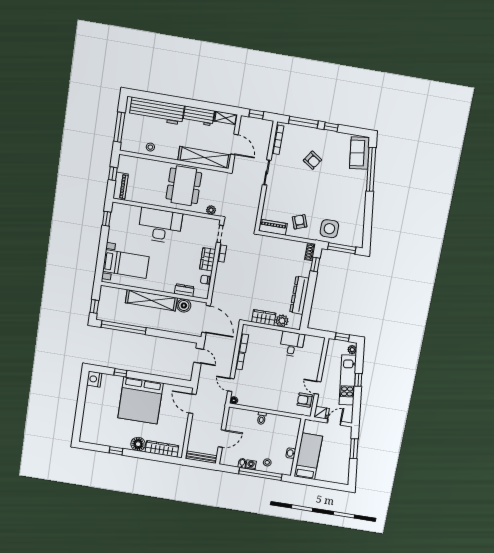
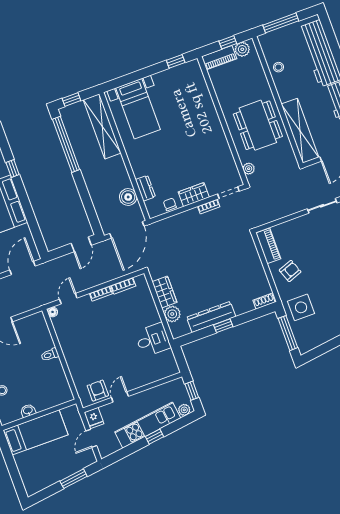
plant: (123, 166) -> (242, 49), added
dining table: (184, 186) -> (258, 125), turned 90
desk: (160, 226) -> (201, 123), removed
window: (315, 264) -> (223, 326), moved
shelving: (151, 300) -> (102, 126), moved
door: (334, 422) -> (91, 438), swing flipped

